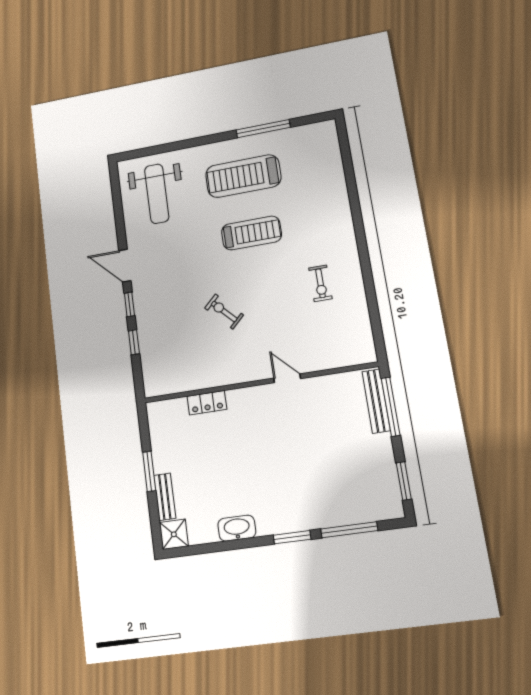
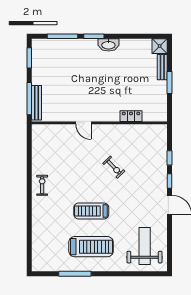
exercise bike: (320, 283) -> (42, 185), moved
washbasin: (237, 528) -> (108, 45), moved

